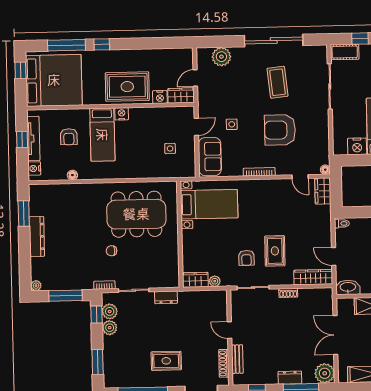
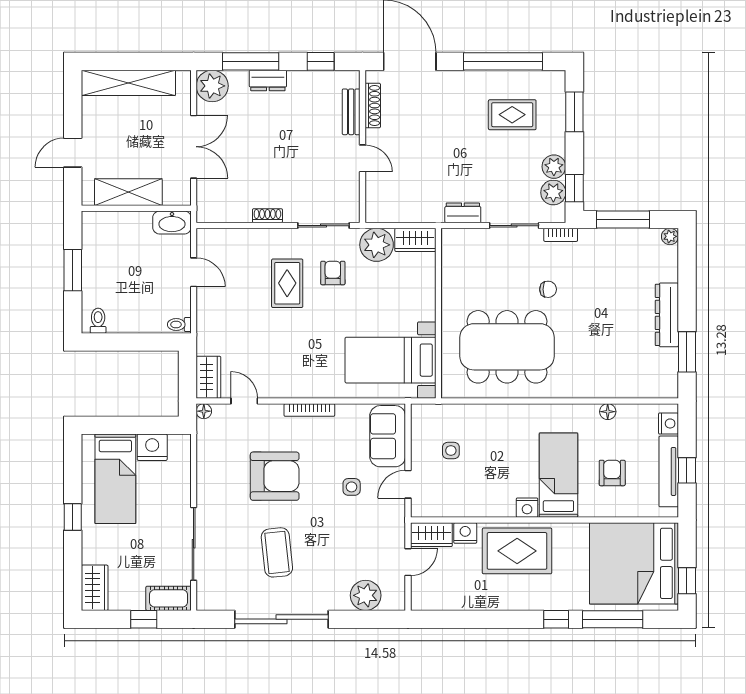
wardrobe: (313, 277) -> (227, 240), removed
plant: (215, 281) -> (377, 245), width x1.87, depth x1.87
rug: (166, 361) -> (512, 115), moved

